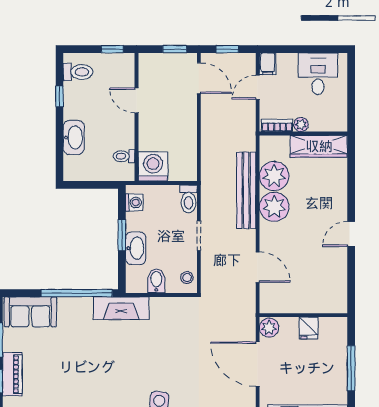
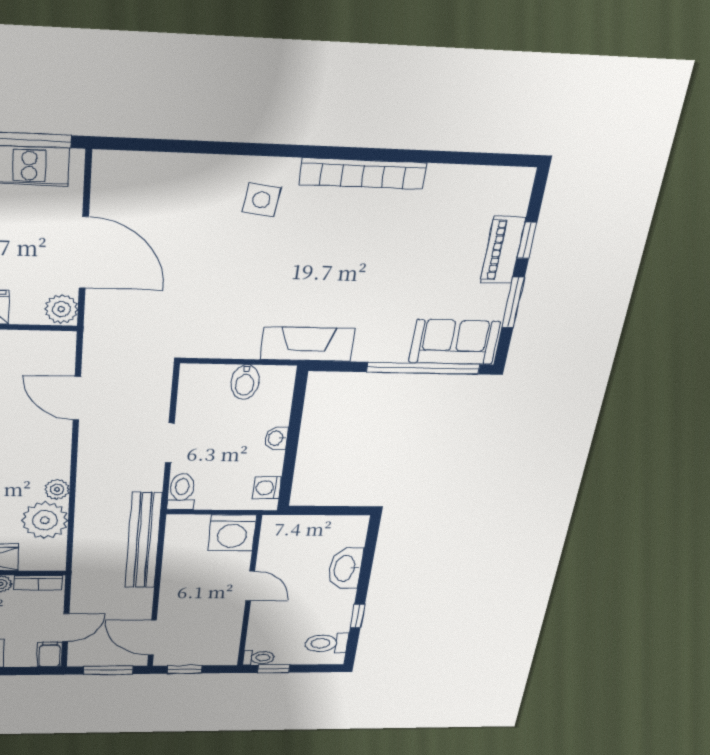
window: (227, 49) -> (108, 670), width x1.50
door: (137, 100) -> (250, 586), moved
toilet: (124, 156) -> (259, 658), moved
bench: (246, 190) -> (144, 541), moved
plant: (274, 207) -> (57, 489), width x0.53, depth x0.53
window: (122, 235) -> (292, 446), removed
washbasin: (136, 248) -> (276, 438), width x0.52, depth x0.69
stool: (187, 278) -> (194, 386), removed
window: (77, 293) -> (423, 368), moved

